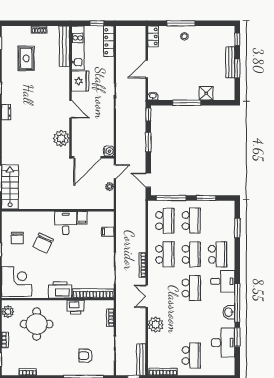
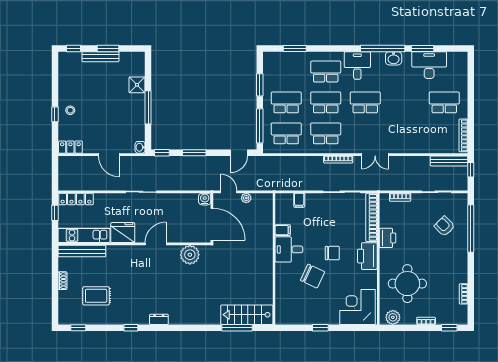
window: (181, 23) -> (55, 114), width x0.46
chair: (17, 238) -> (332, 253), moved
plant: (156, 325) -> (408, 144), removed
armchair: (86, 356) -> (444, 226), turned 135

